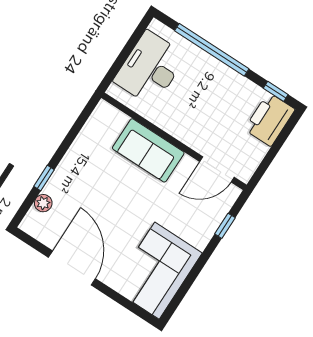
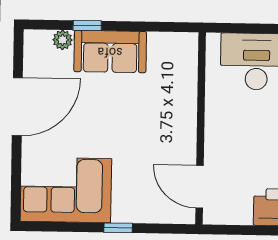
sofa: (148, 150) -> (110, 52), moved, turned -90
window: (225, 226) -> (118, 228), moved

